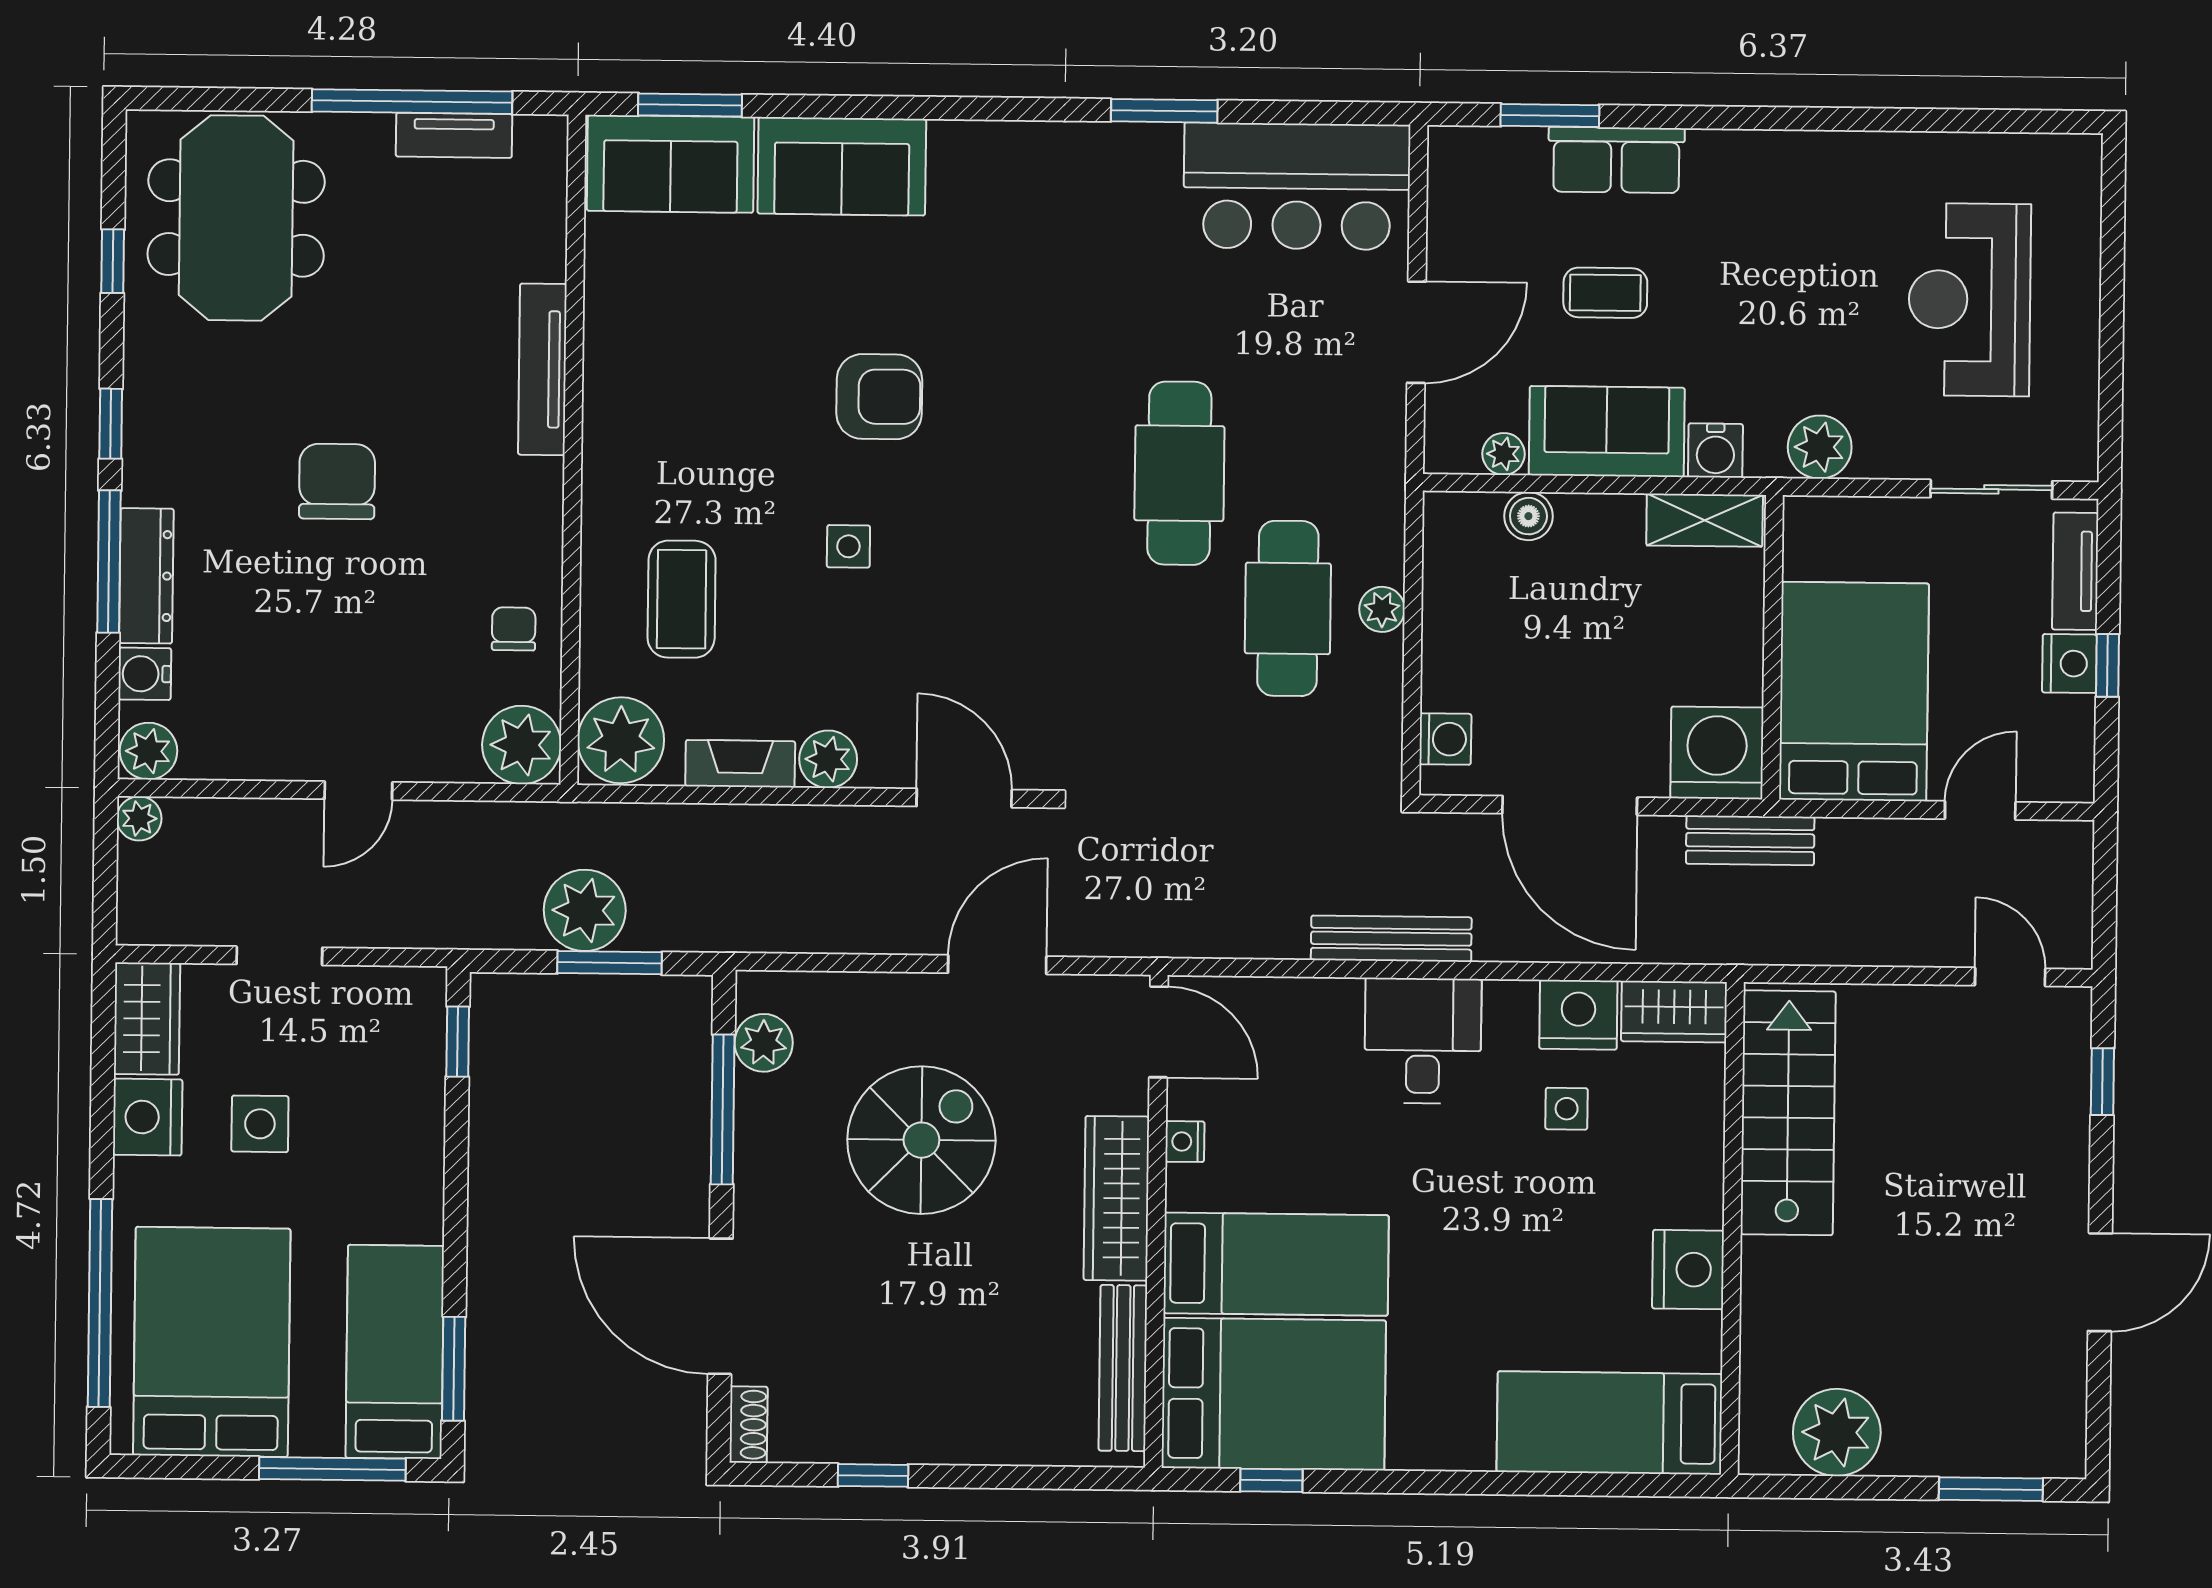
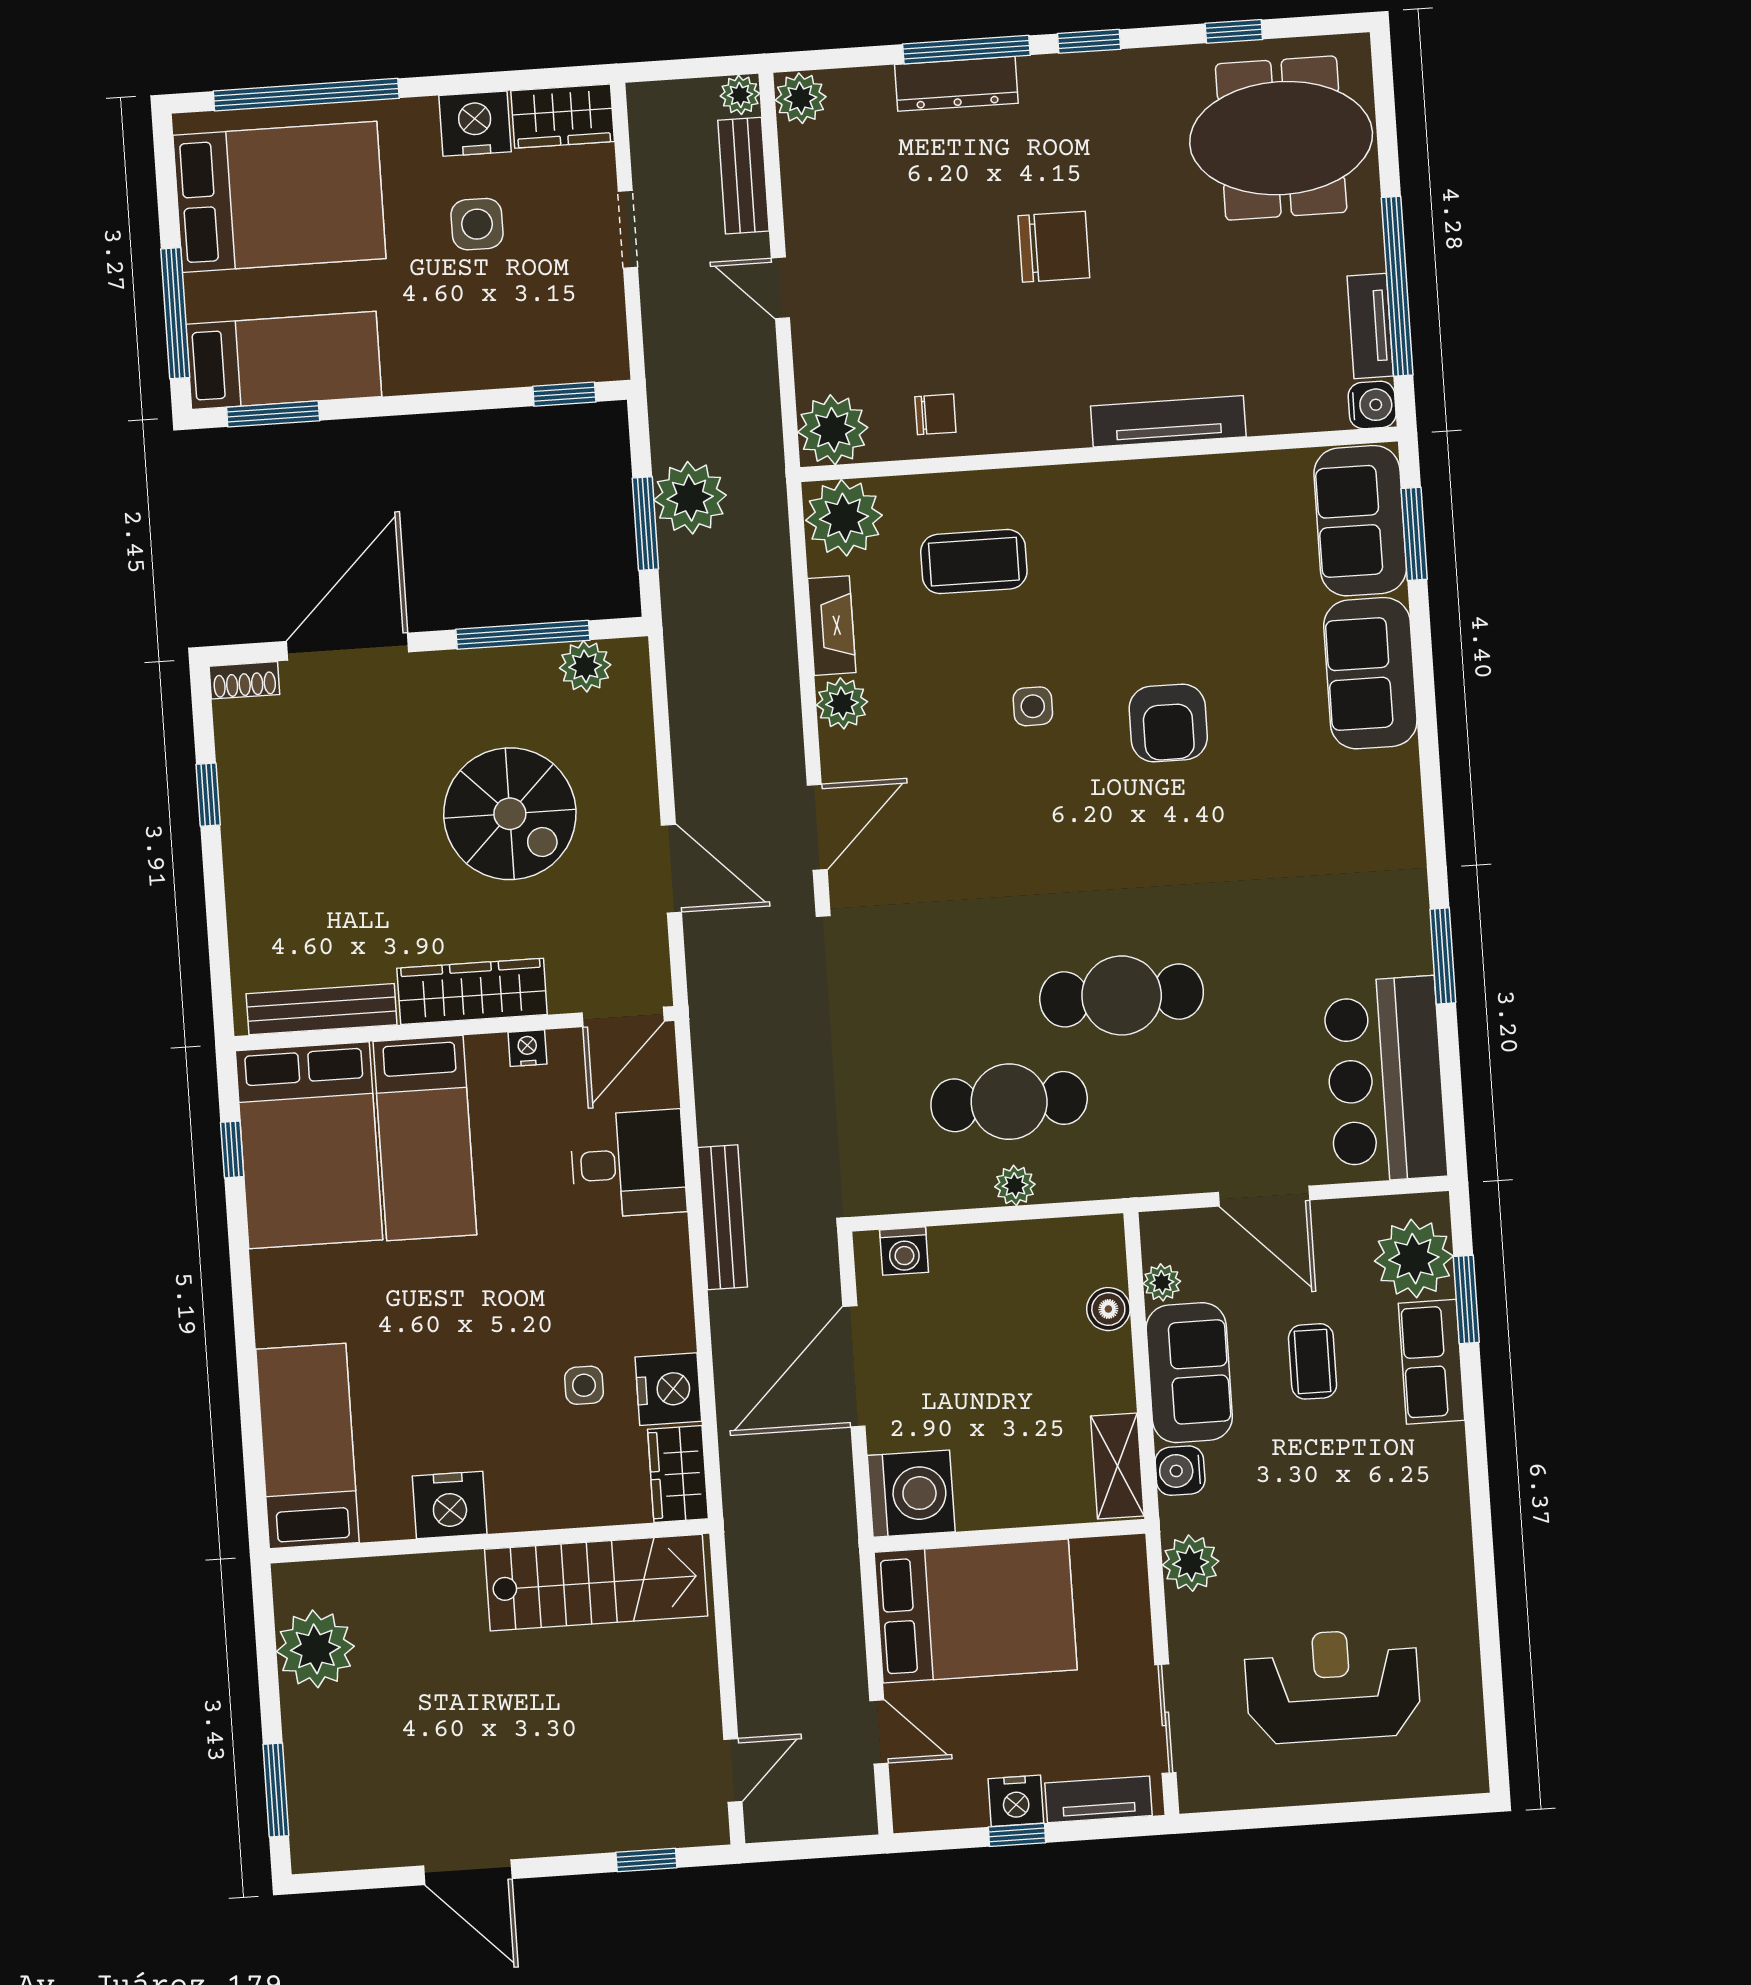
plant: (1499, 170) -> (1414, 1259), added
water cooler: (145, 674) -> (1372, 405), moved, turned 90
bench: (1750, 840) -> (744, 176), moved
desk: (1423, 1041) -> (628, 1164), moved

